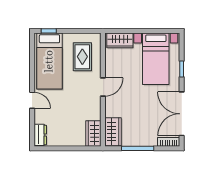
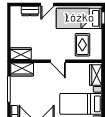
rug: (82, 57) -> (82, 45), turned 90
dresser: (40, 135) -> (30, 11), moved

